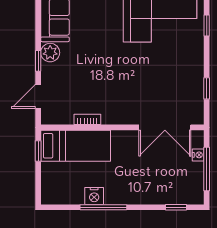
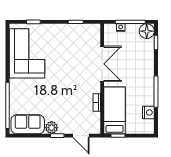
double door: (165, 127) -> (102, 64), moved
floor lamp: (193, 193) -> (147, 31), added
nightstand: (94, 196) -> (148, 112), moved

